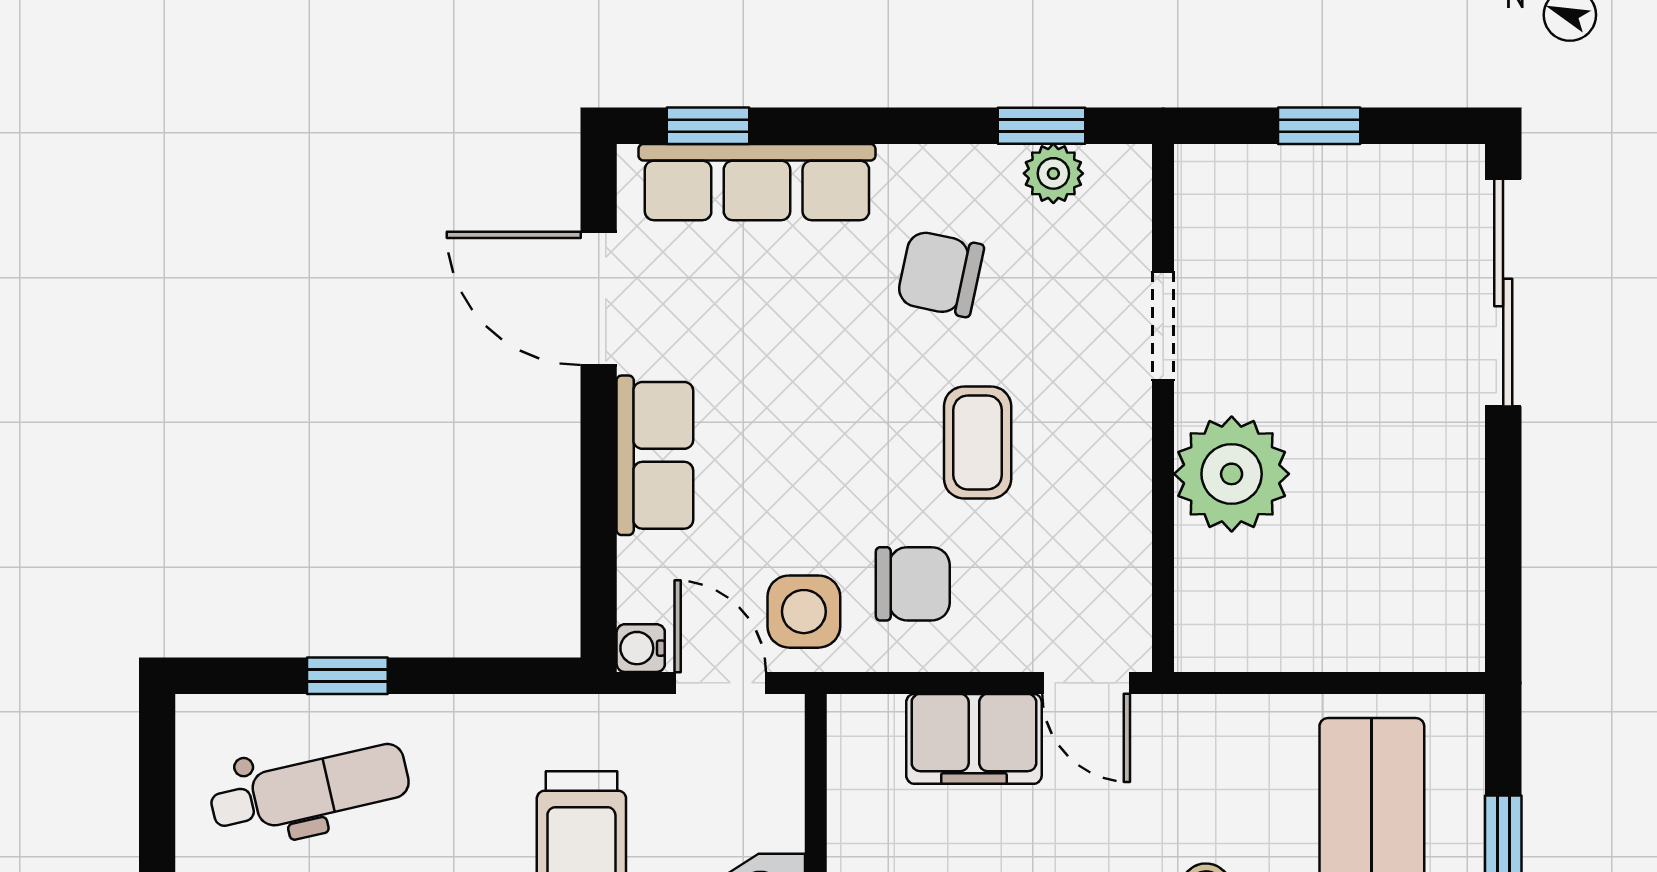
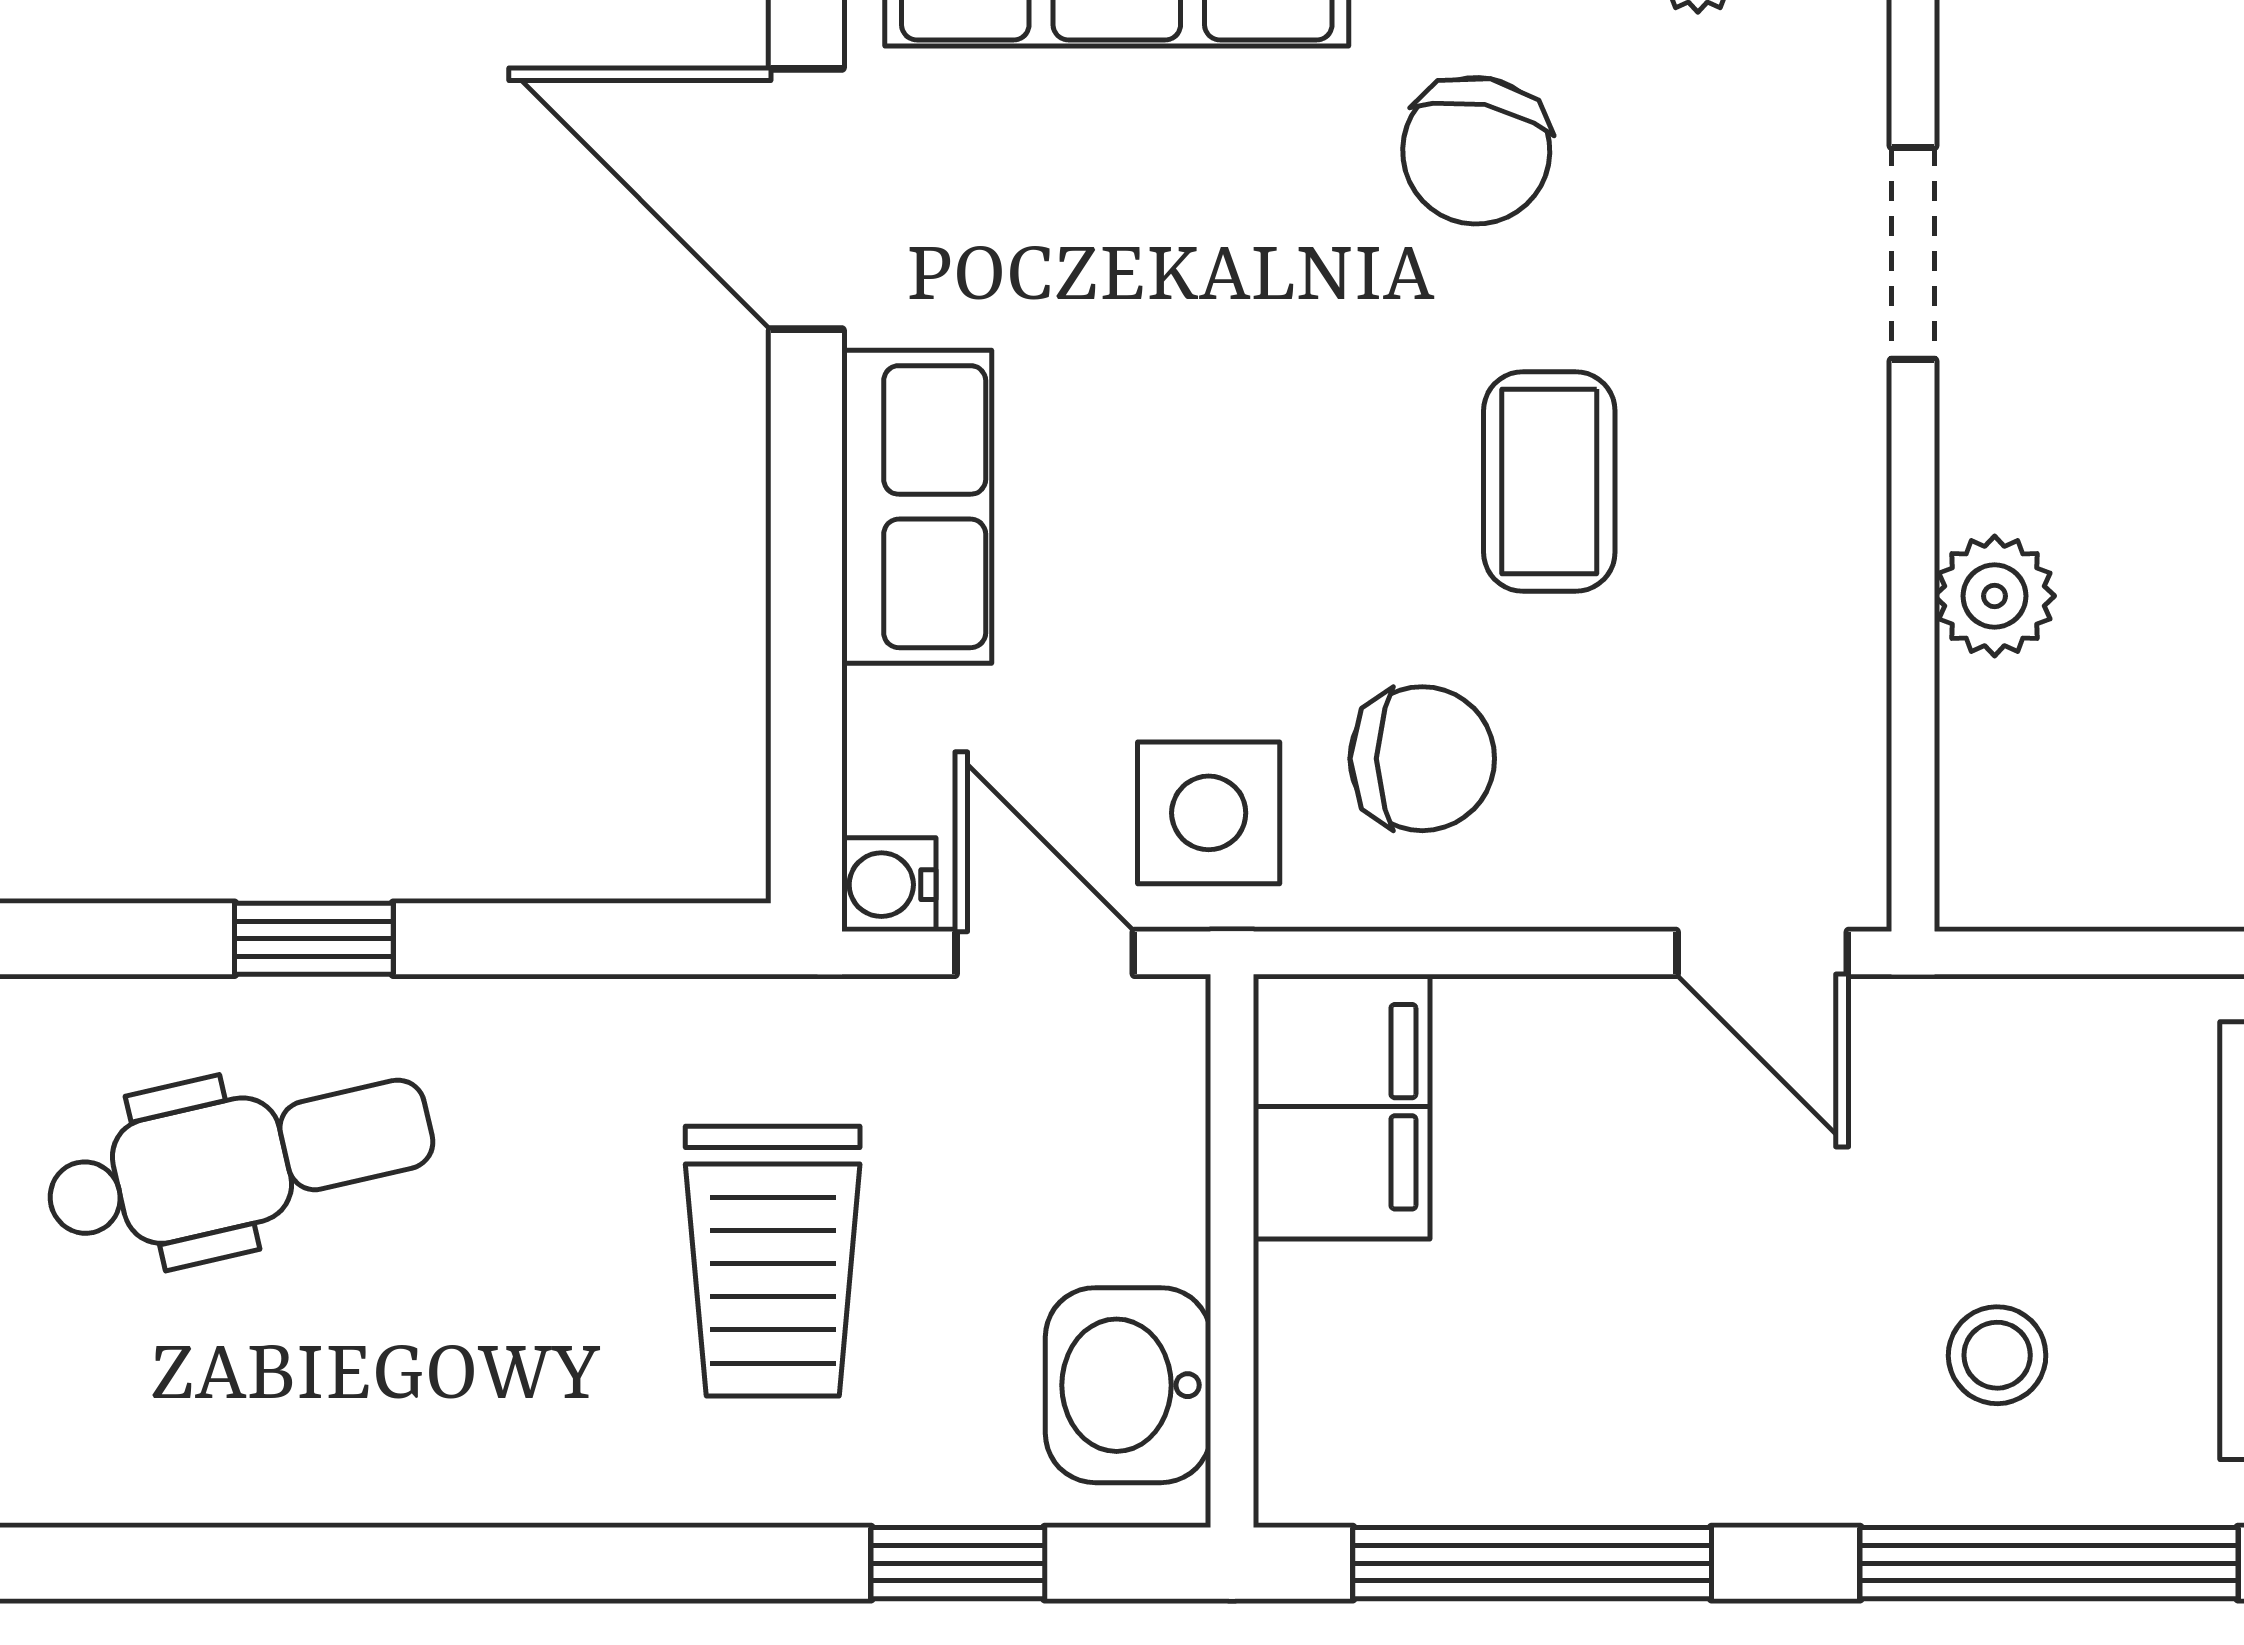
chair: (940, 274) -> (1476, 151), turned -91
plant: (1232, 474) -> (1995, 596), width x0.53, depth x0.53
filing cabinet: (974, 739) -> (1342, 1107), moved, turned -90

